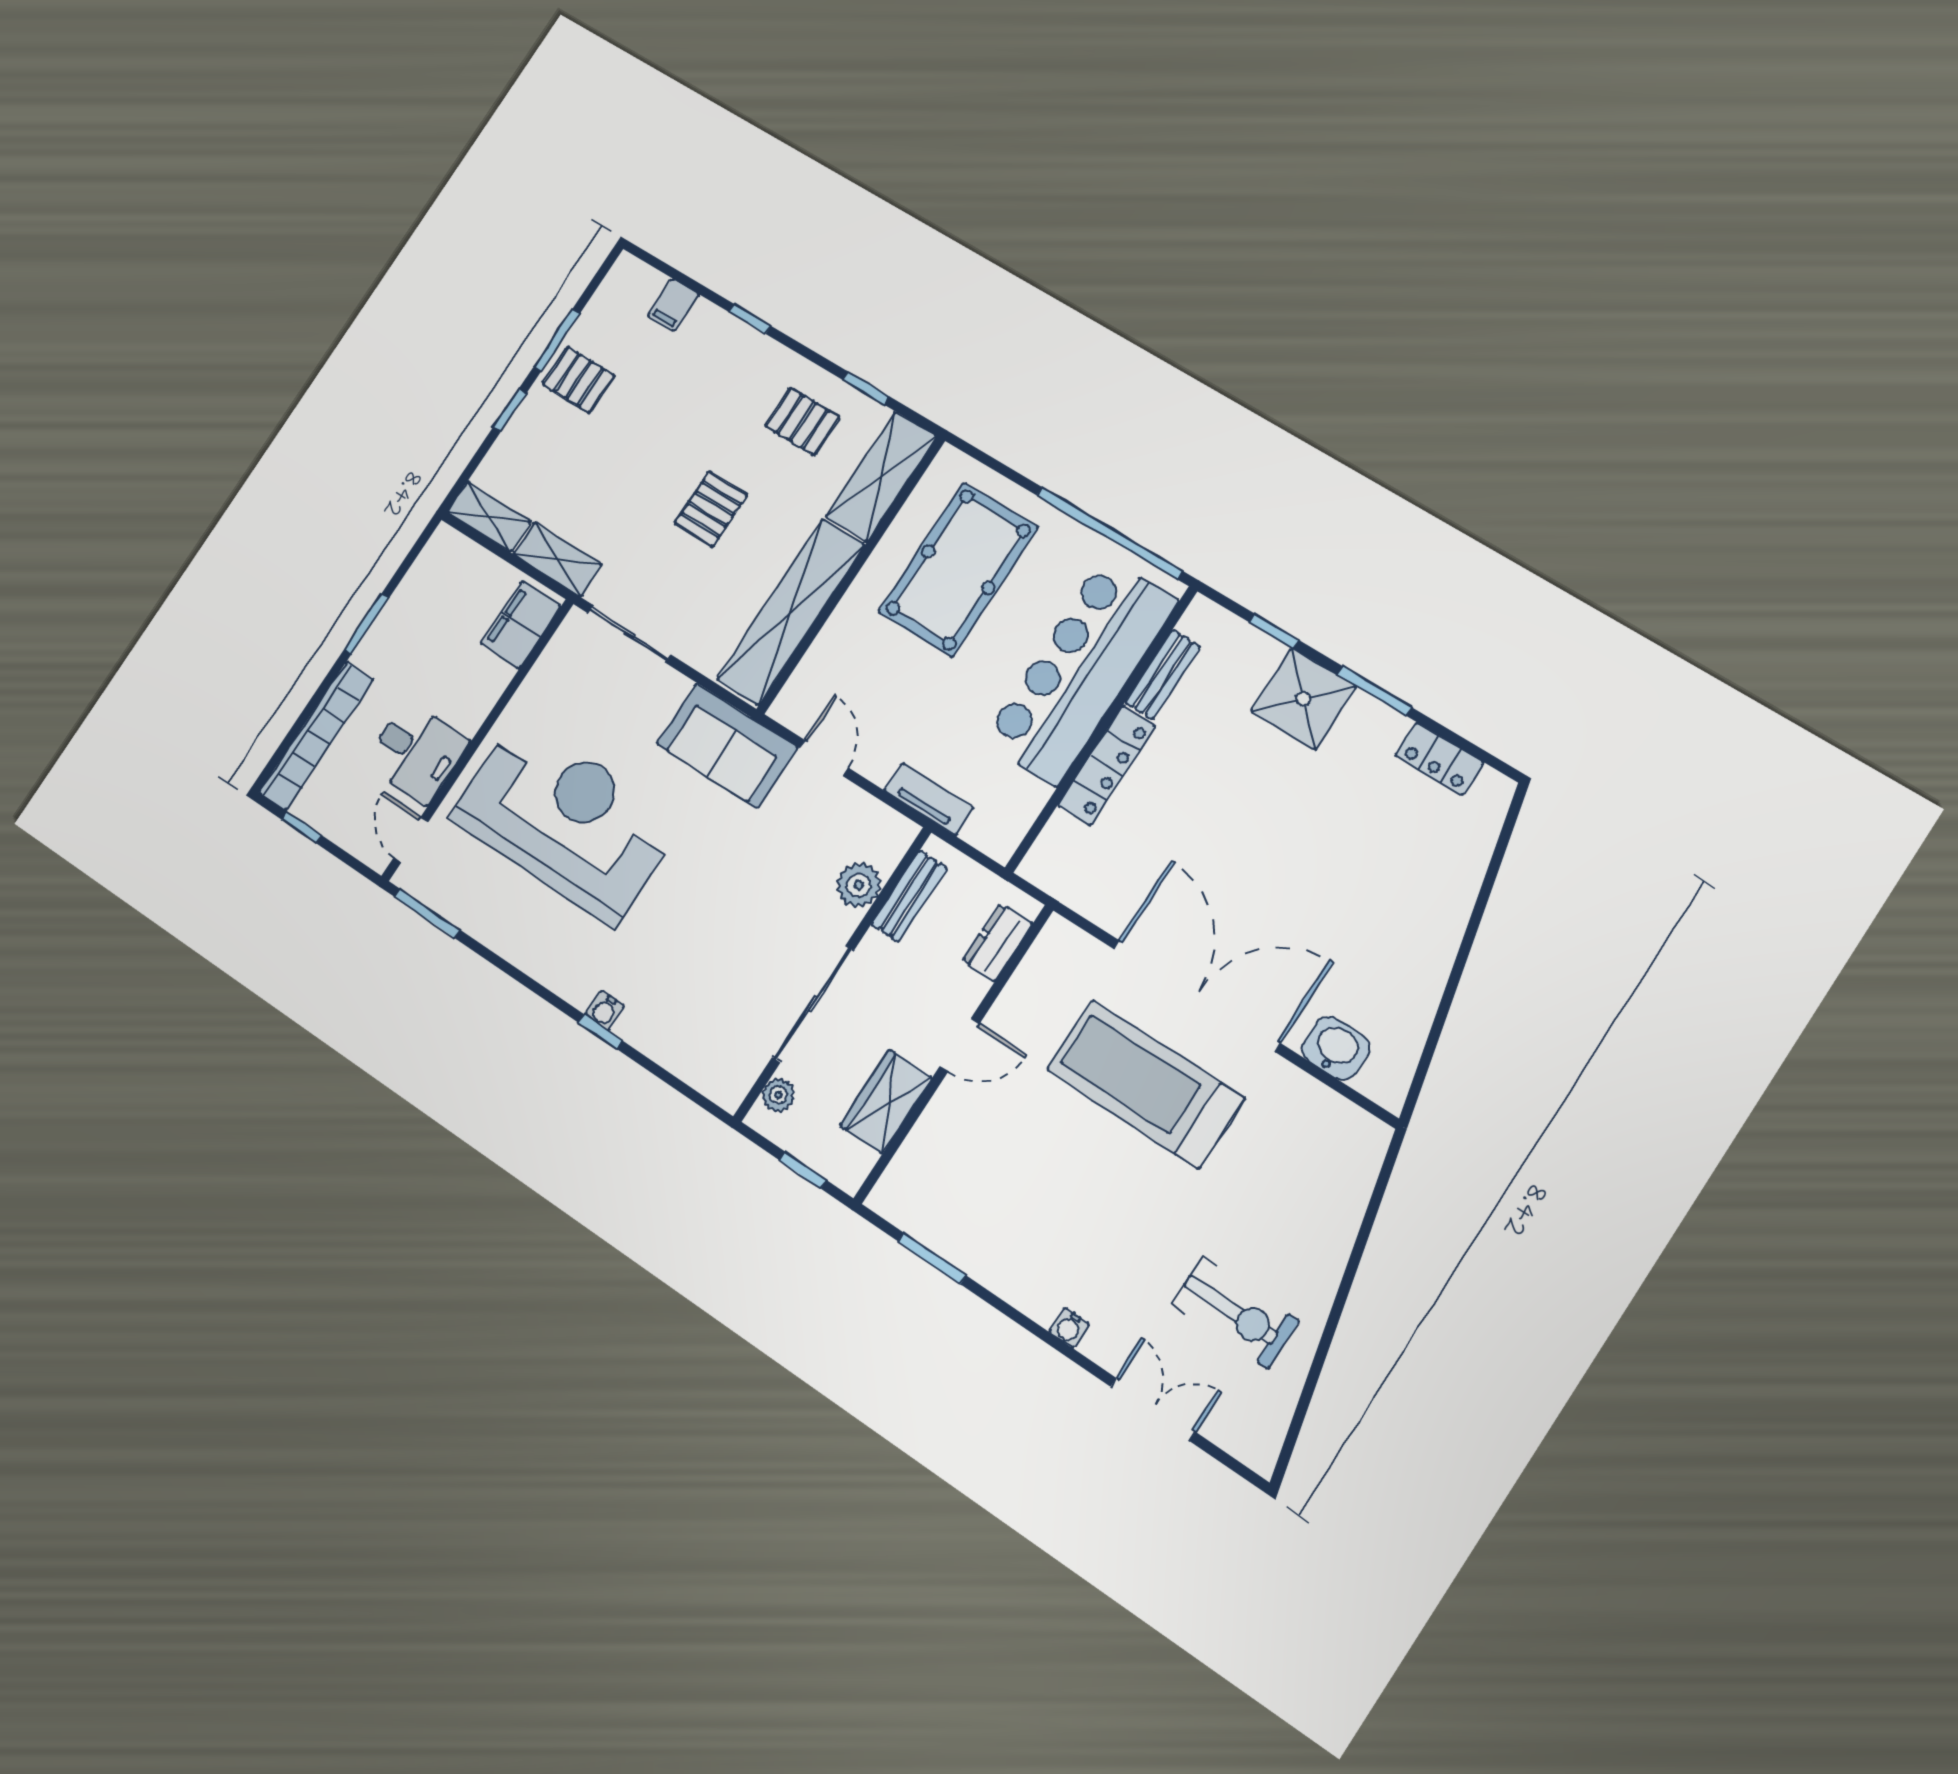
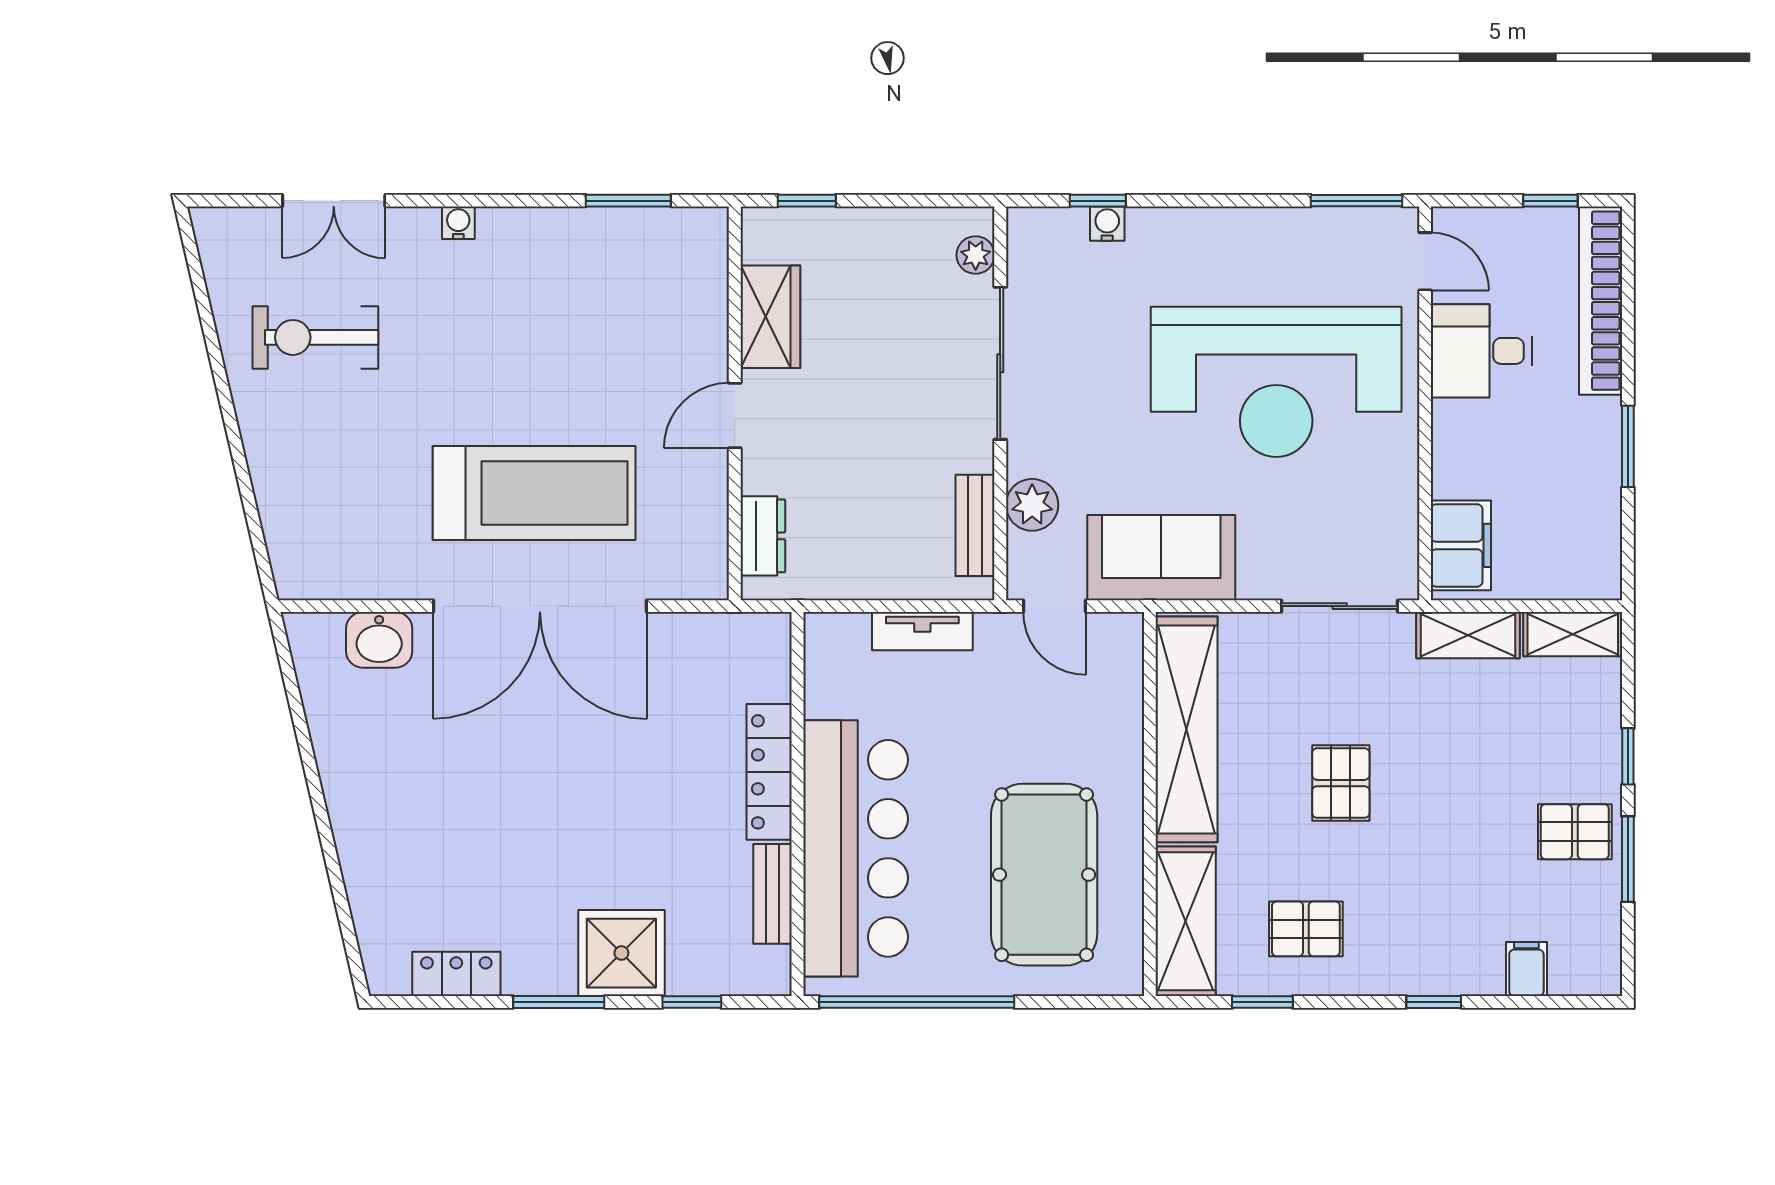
plant: (859, 885) -> (1032, 505), moved
bench: (909, 896) -> (975, 525), moved
wall: (833, 974) -> (1000, 403), moved
sliding door: (813, 1004) -> (1000, 363), moved
plant: (778, 1095) -> (976, 255), moved

